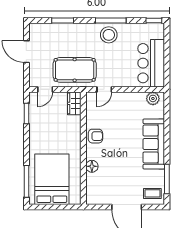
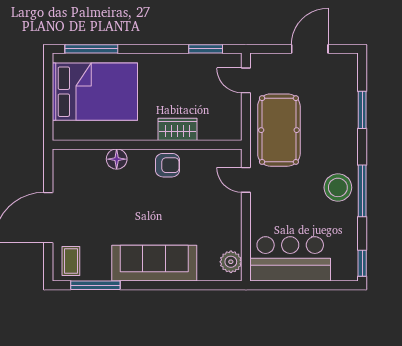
wardrobe: (74, 103) -> (177, 129), moved
armchair: (95, 136) -> (168, 165), turned -90

